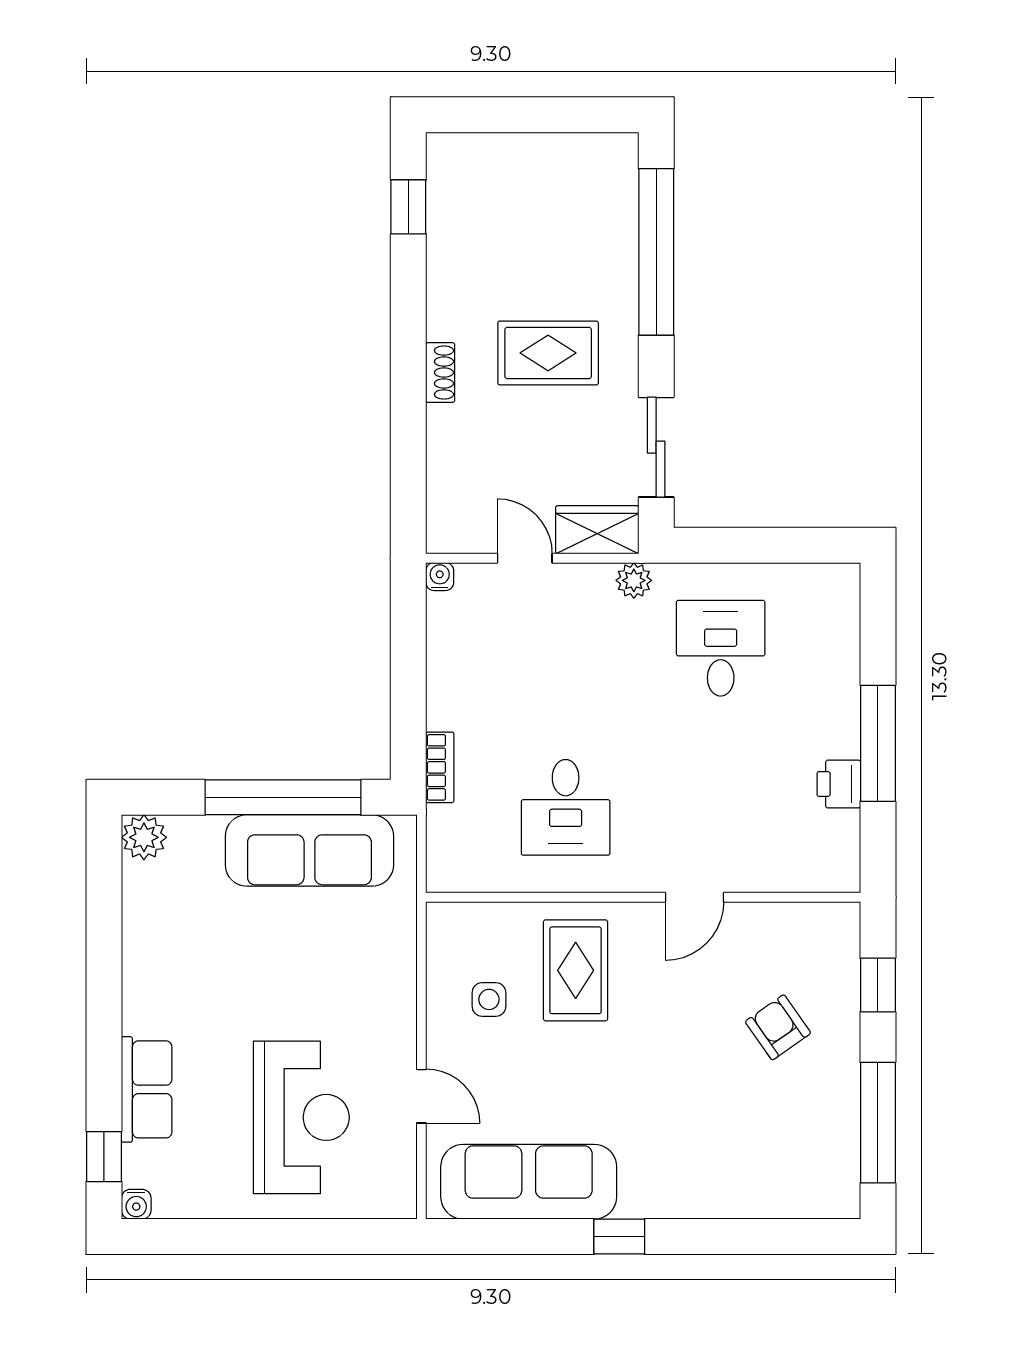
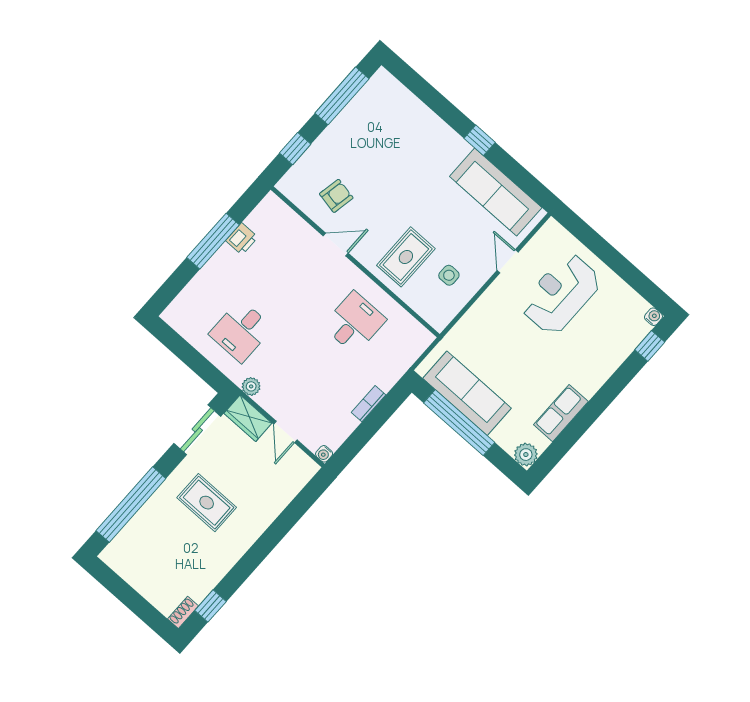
shoe rack: (440, 372) -> (183, 612), moved
bookcase: (440, 767) -> (369, 404), moved
armchair: (778, 1027) -> (336, 196), moved, turned -134
row of seats: (147, 1089) -> (561, 413), moved

